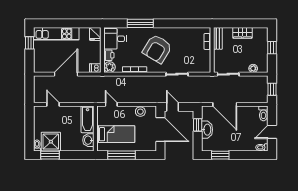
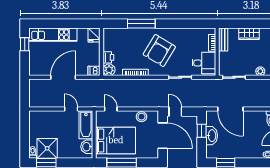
desk: (115, 39) -> (204, 63), moved, turned 180
door: (53, 104) -> (71, 109), moved
bed: (116, 134) -> (116, 140), width x1.50

